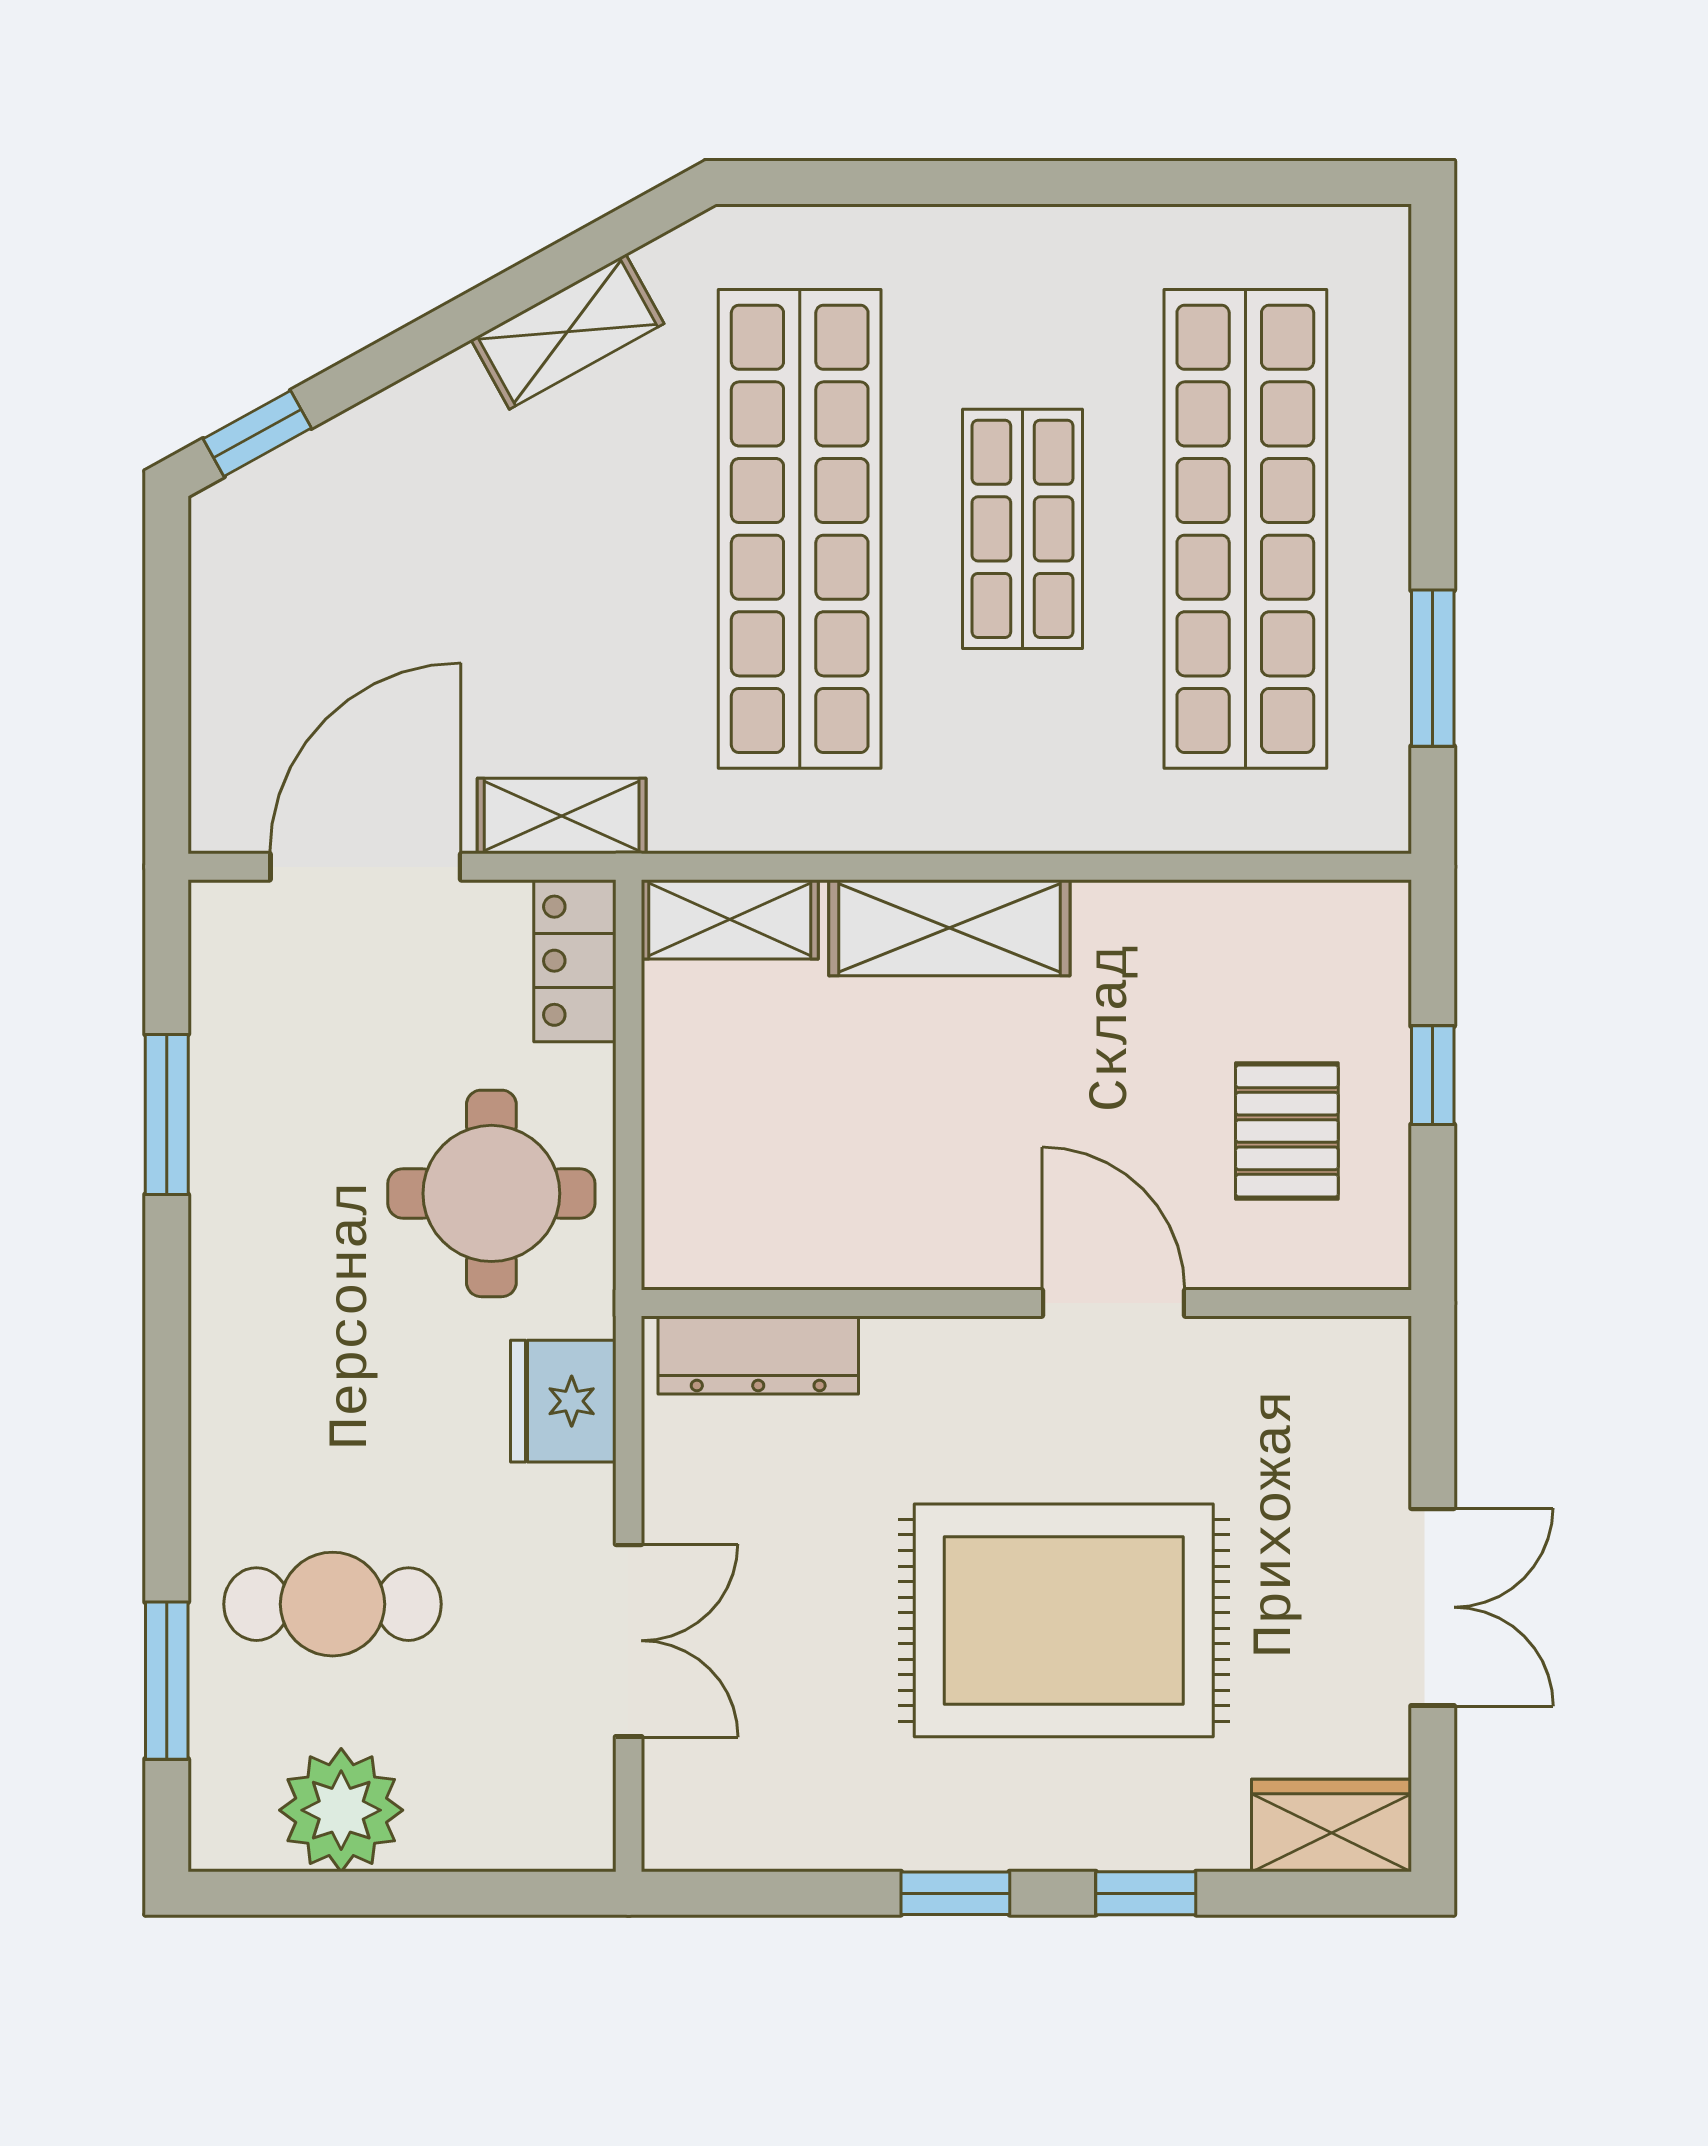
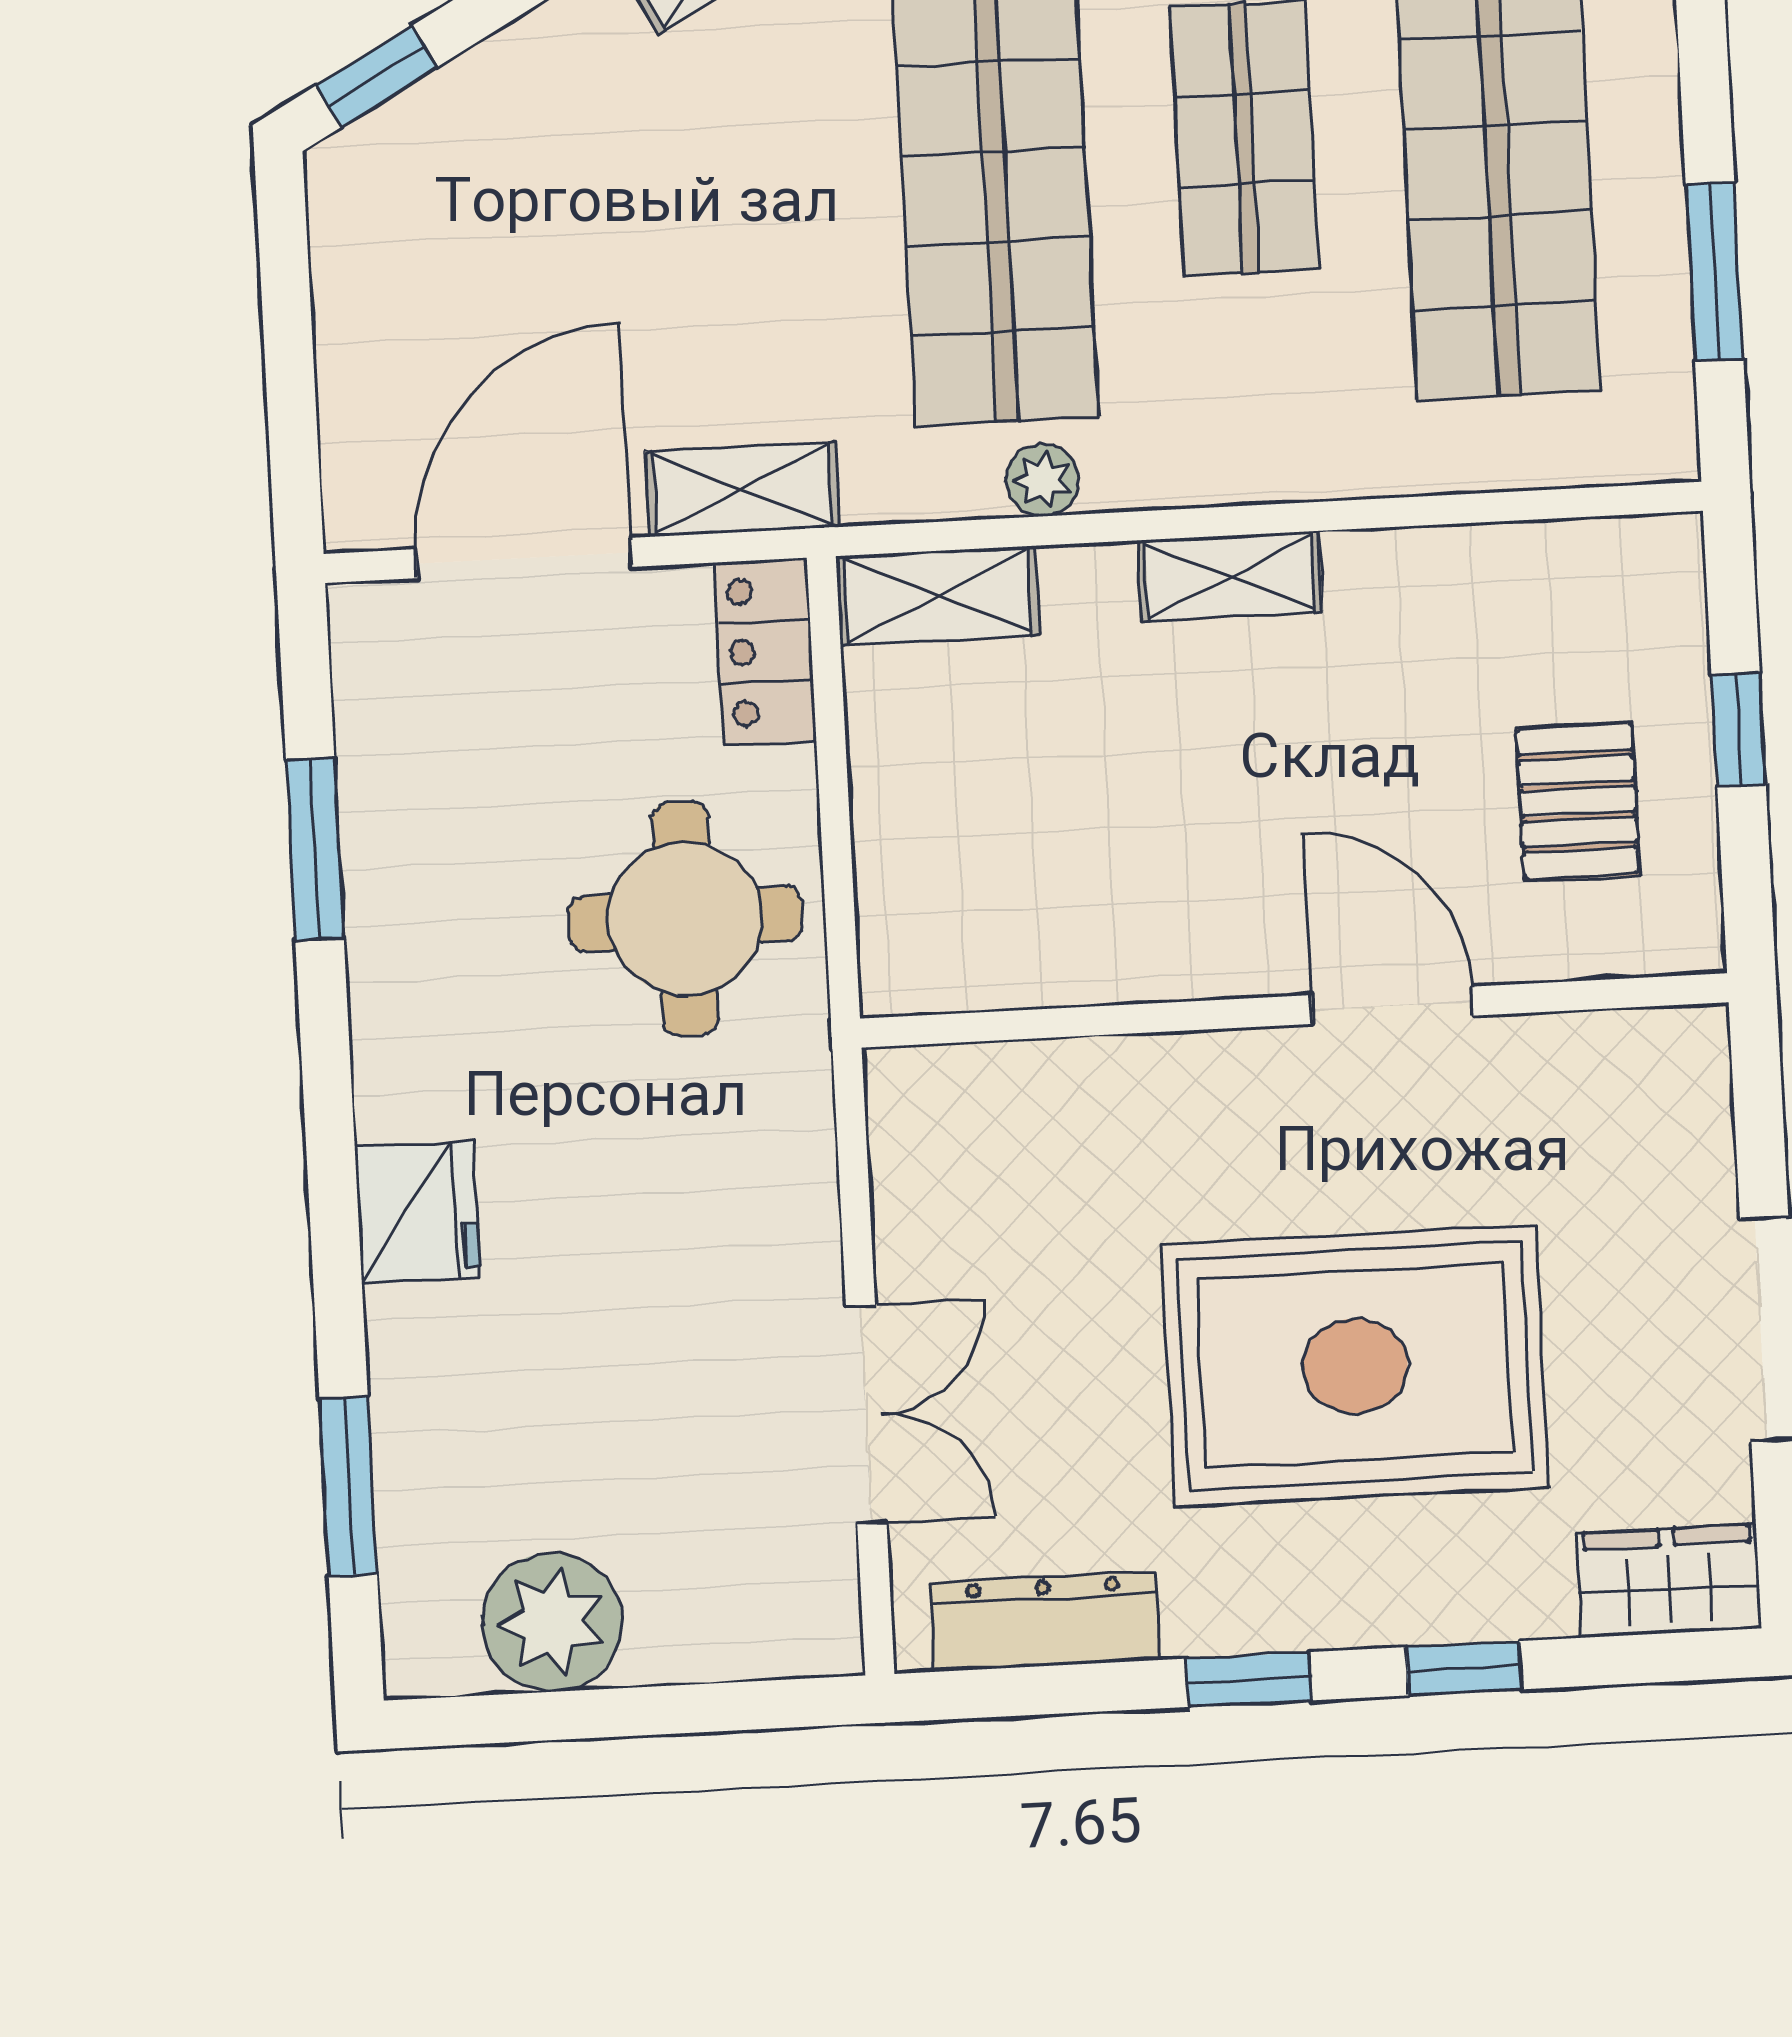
plant: (828, 822) -> (1042, 480), added
shelving: (949, 928) -> (1230, 576), width x0.67, depth x0.75
dresser: (758, 1355) -> (1045, 1622), moved, turned 180
fridge: (563, 1401) -> (417, 1212), moved, turned 180
cafe table: (333, 1604) -> (530, 1391), removed

